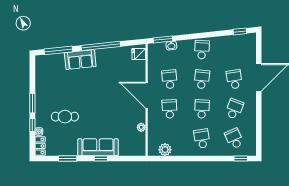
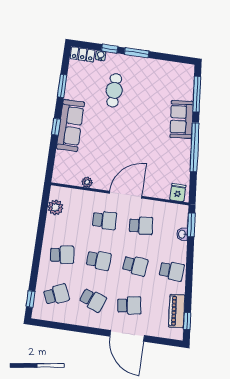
piano: (233, 41) -> (177, 311), added

